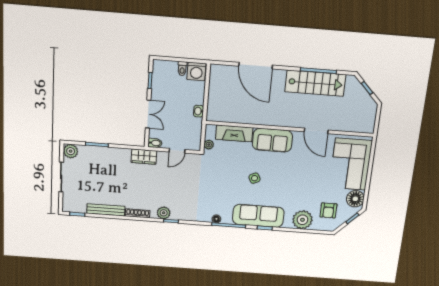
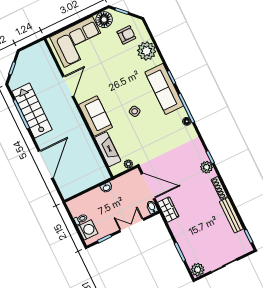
washing machine: (196, 71) -> (88, 230), moved
door: (177, 151) -> (148, 186), width x1.88

